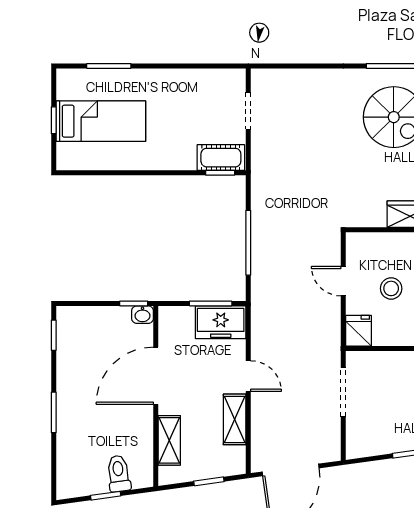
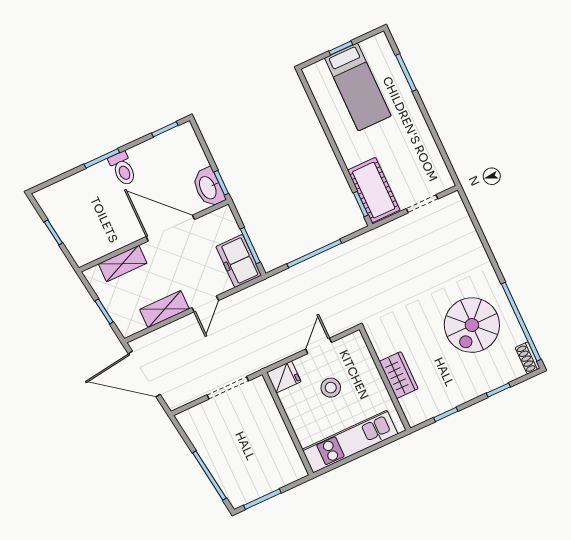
cot: (221, 158) -> (374, 190), width x1.37, depth x1.34
washbasin: (143, 315) -> (208, 187), width x1.91, depth x1.45
toilet: (119, 474) -> (123, 169), moved, turned 98

